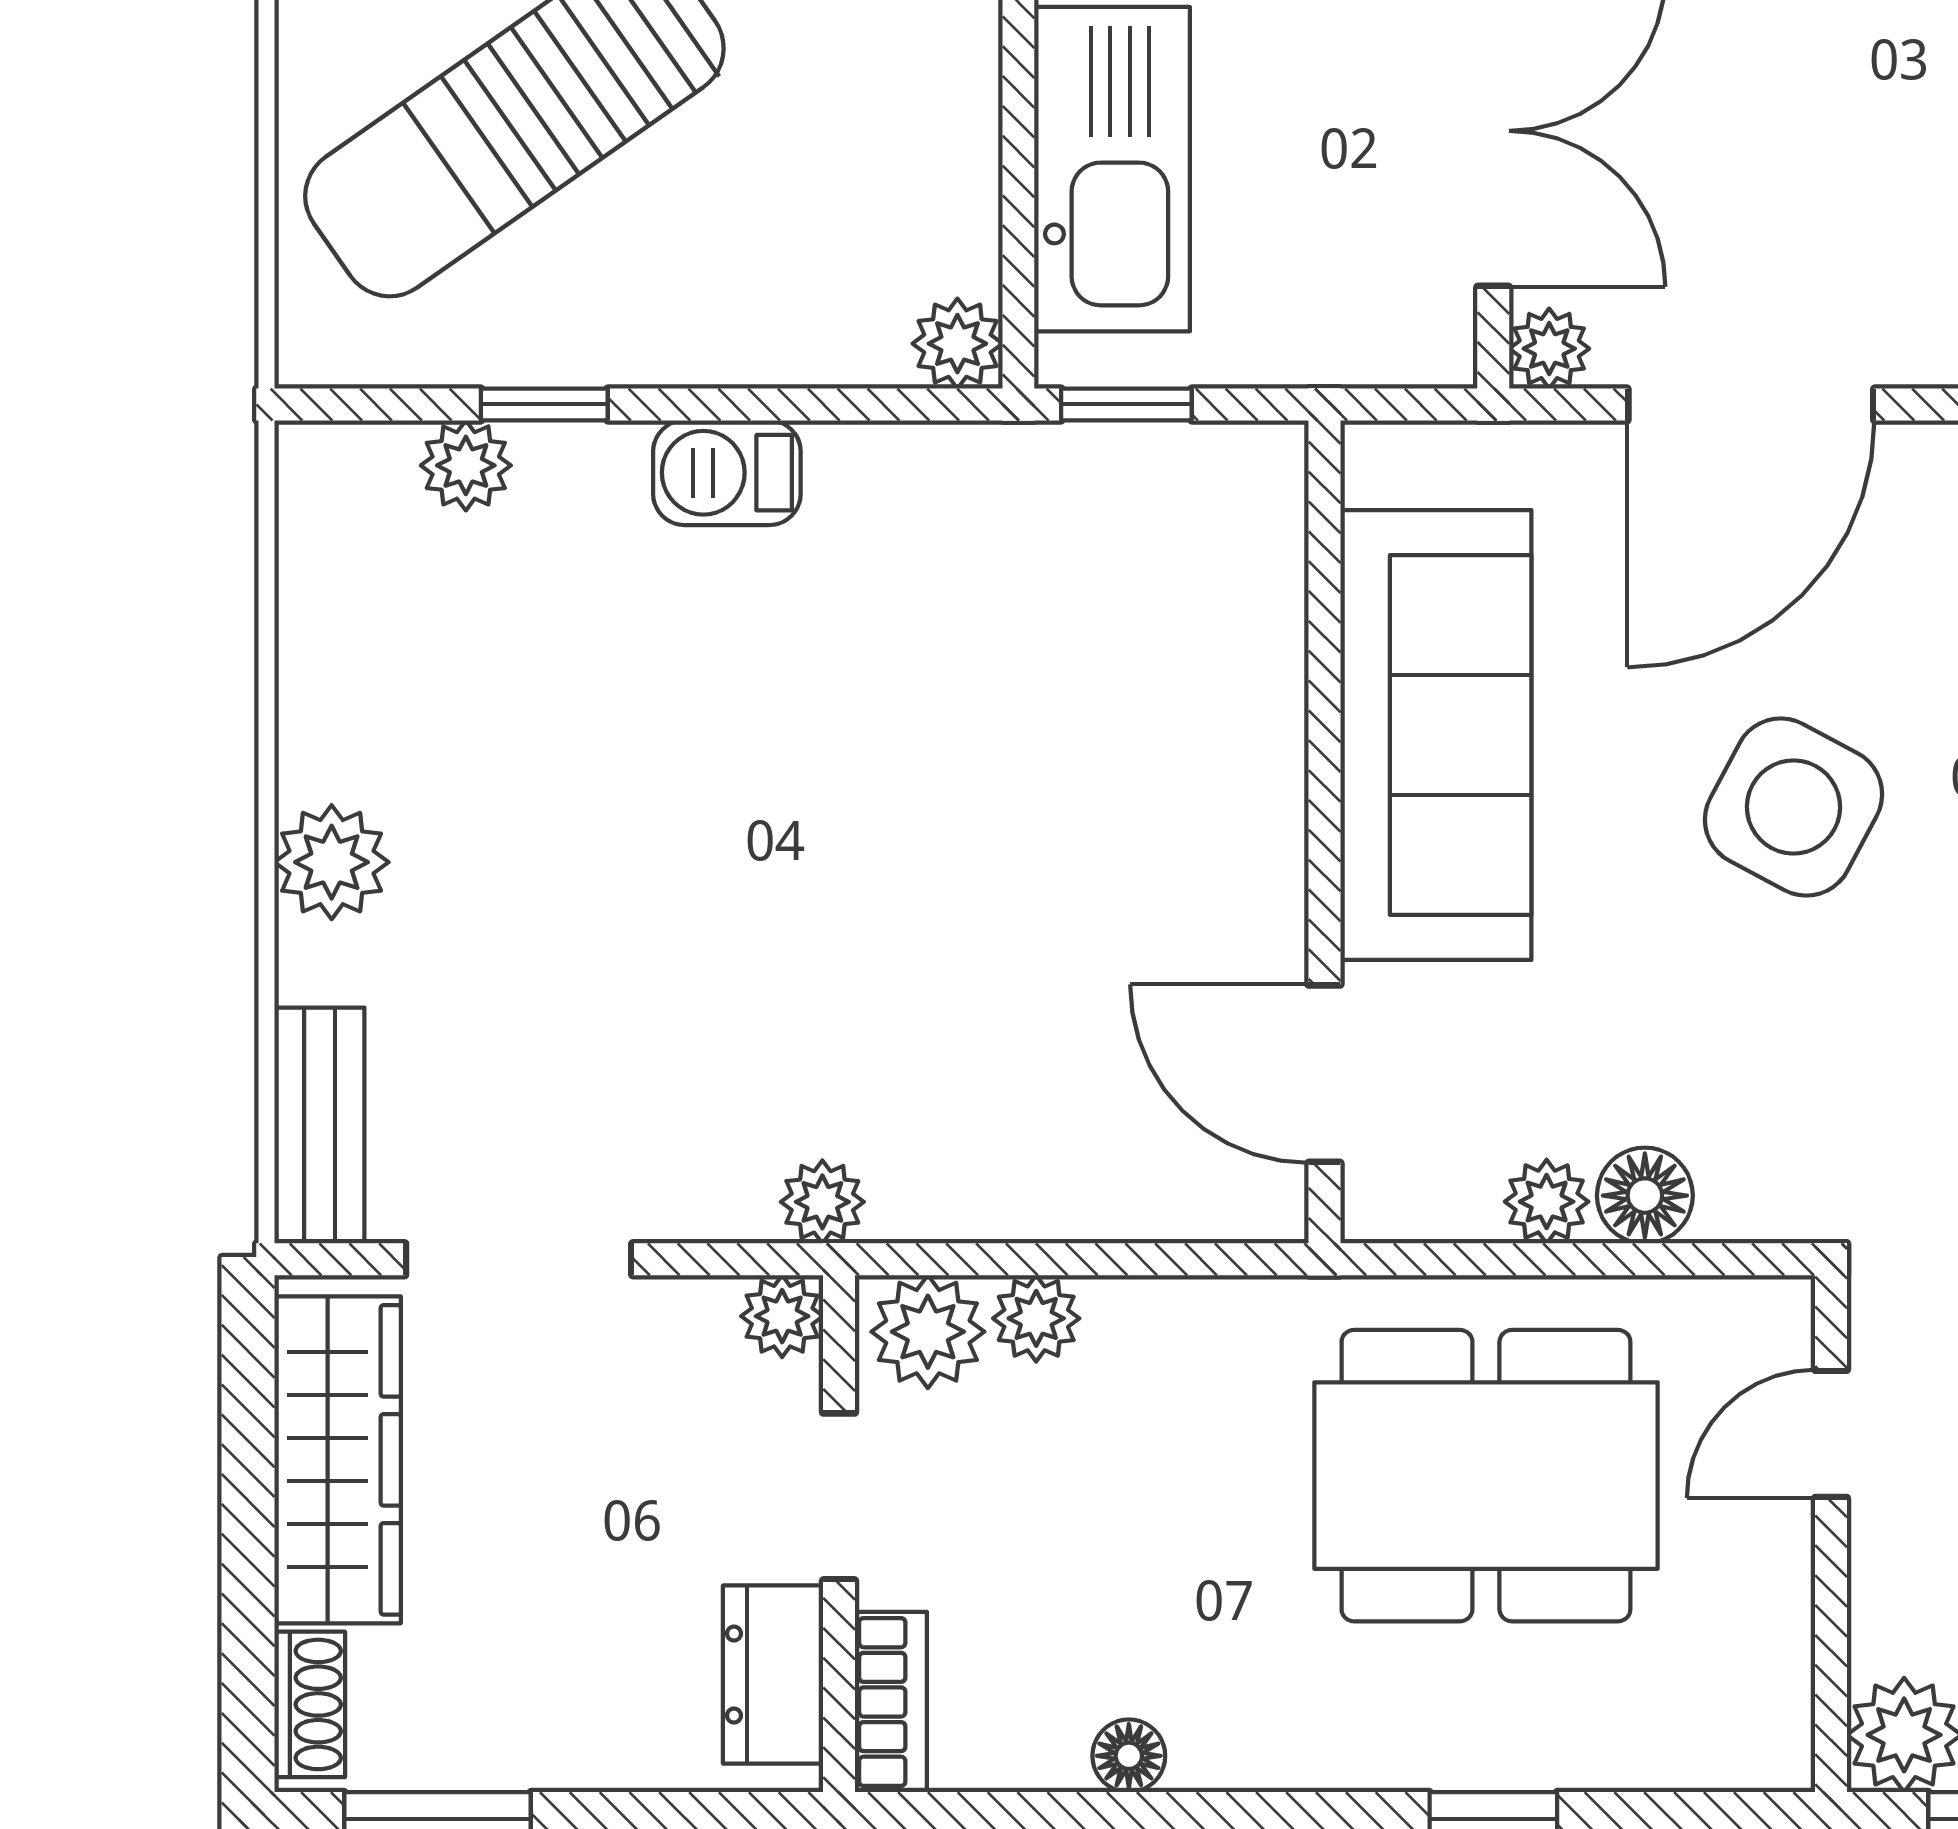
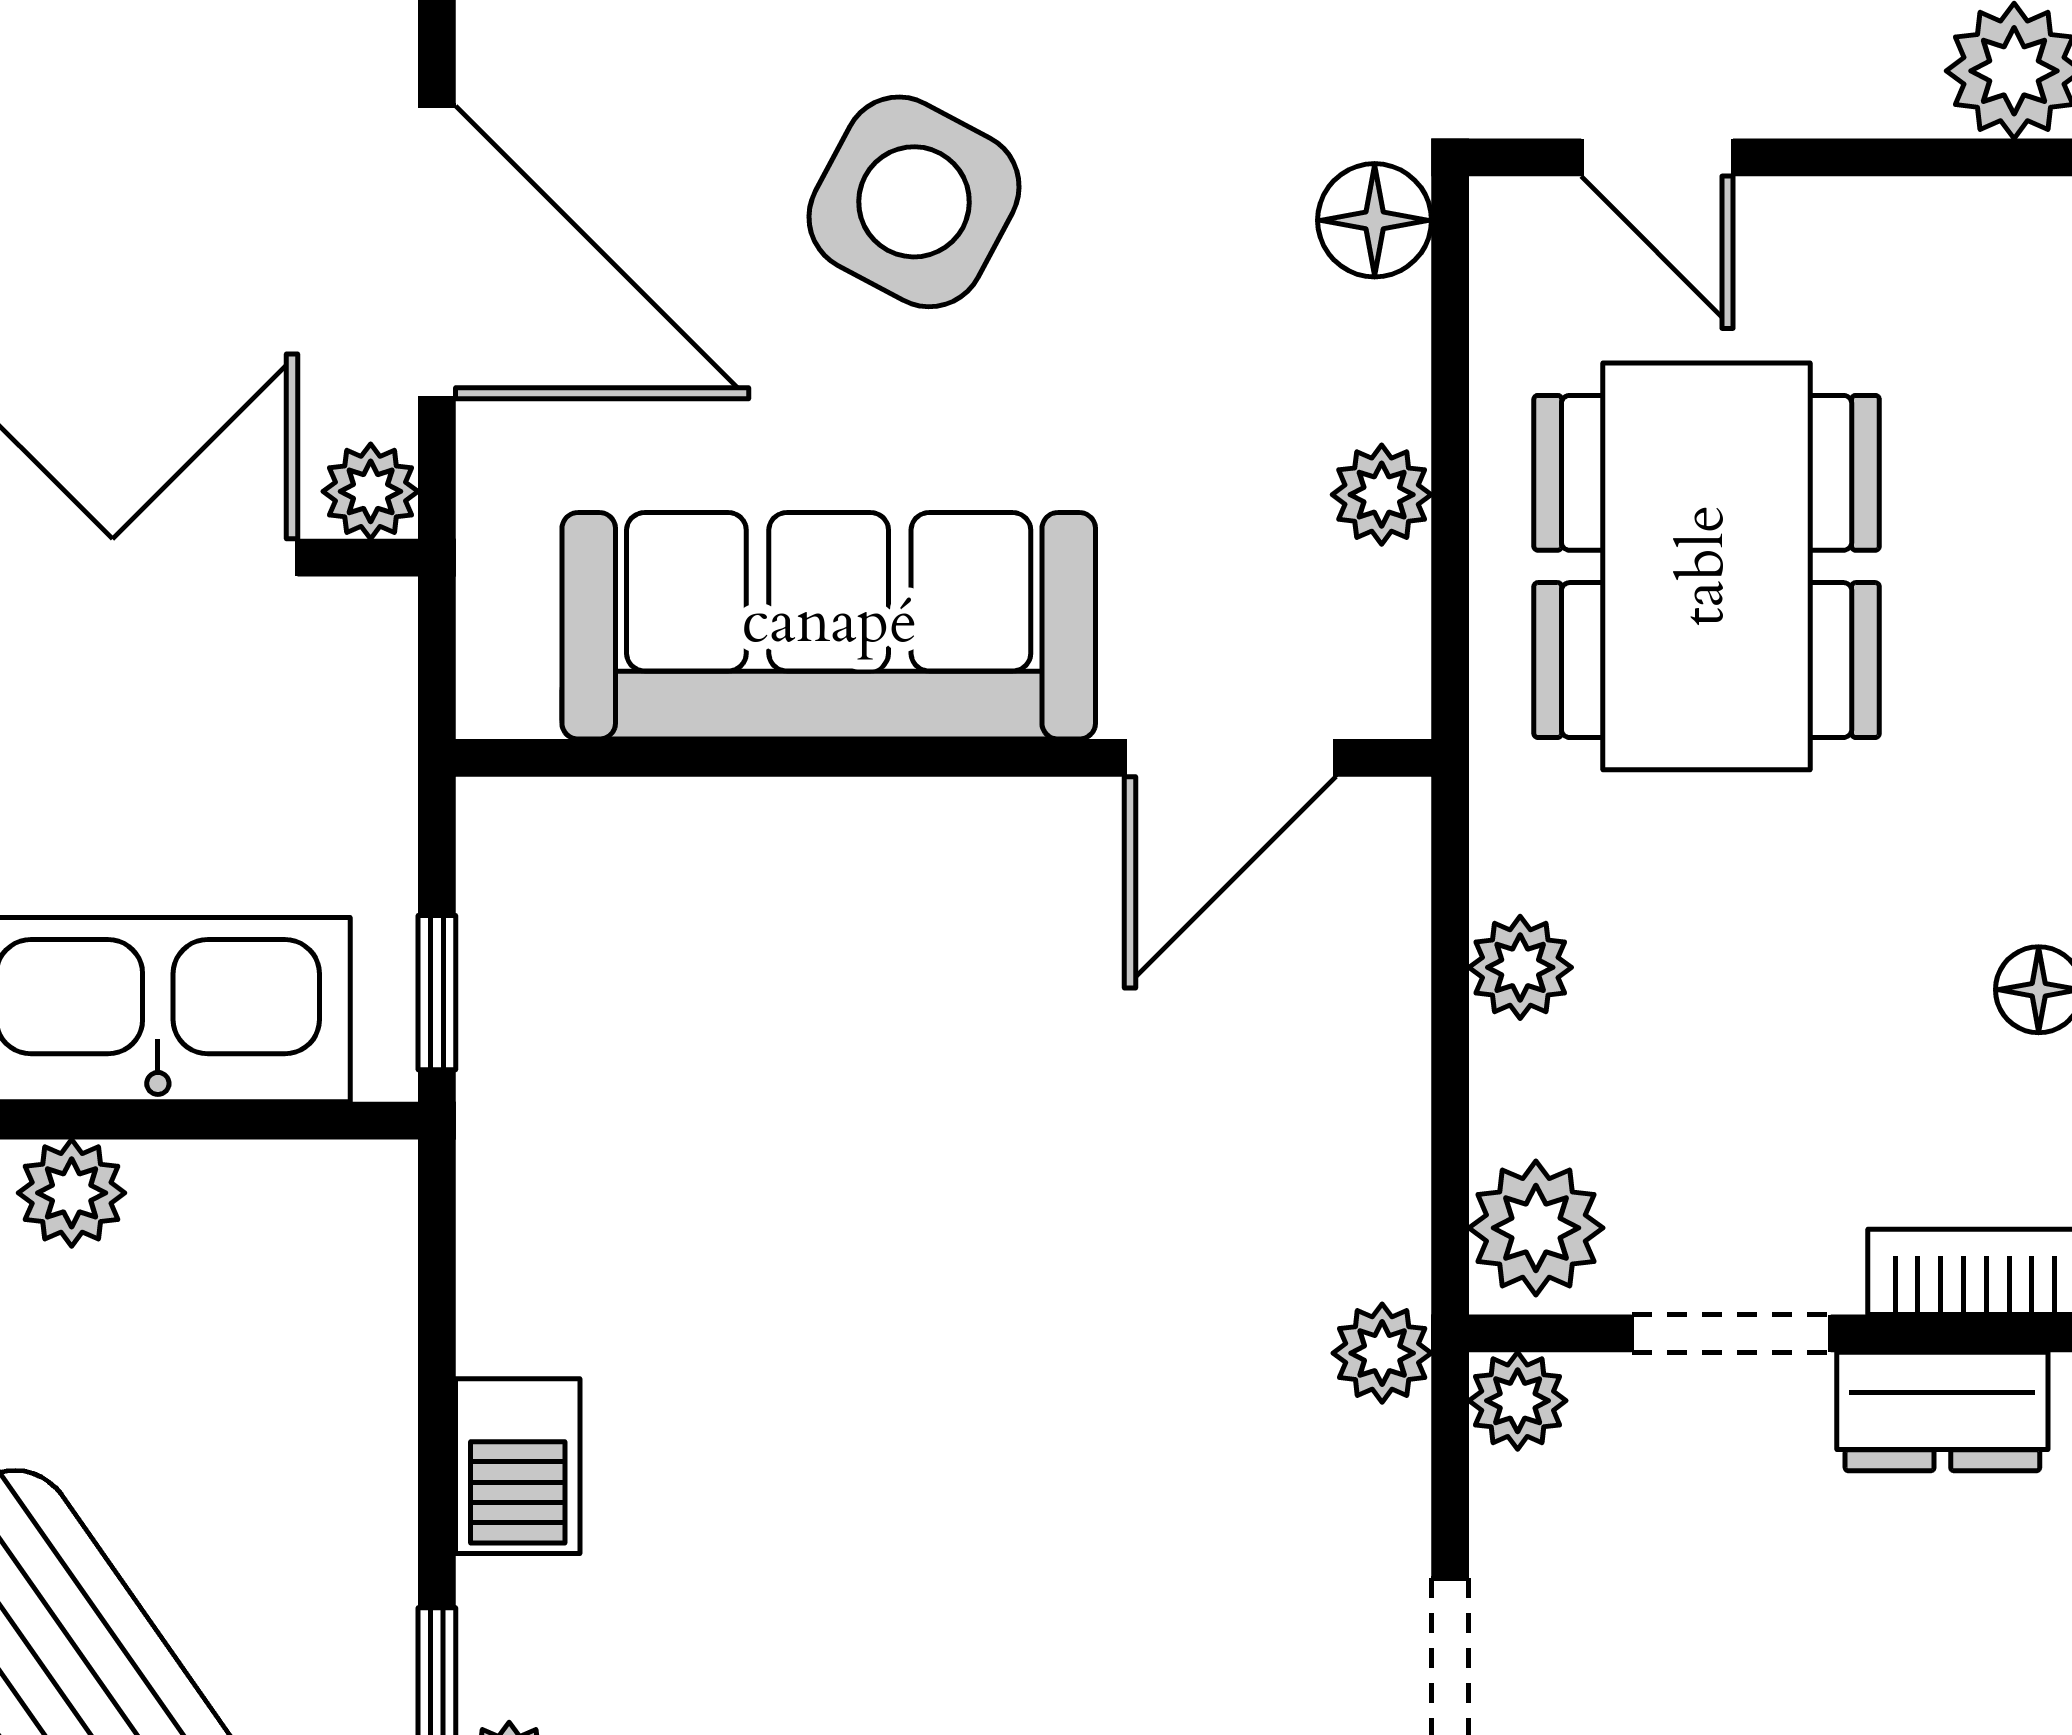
plant: (957, 344) -> (72, 1193), moved
floor lamp: (1645, 1196) -> (1375, 220), moved
plant: (1036, 1318) -> (1520, 967), moved

